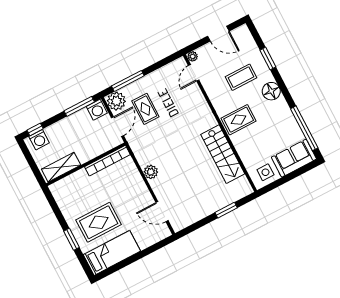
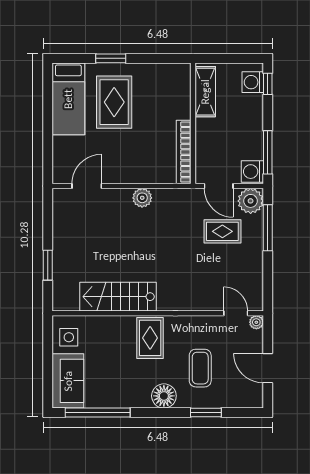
door: (218, 34) -> (268, 368), hinge flipped

